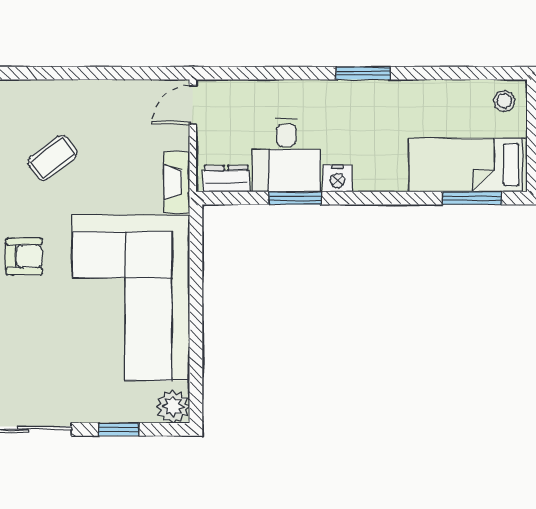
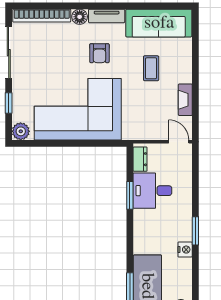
coffee table: (53, 158) -> (151, 68), turned 37
nightstand: (337, 179) -> (185, 250), moved, turned 180
fireplace: (177, 182) -> (185, 100), moved, turned -90

